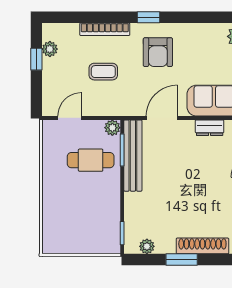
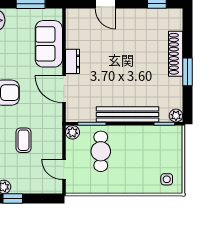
dresser: (210, 128) -> (73, 61), moved
bench: (133, 156) -> (128, 114), moved
side table: (59, 236) -> (167, 179), added
plant: (147, 246) -> (176, 116), moved

